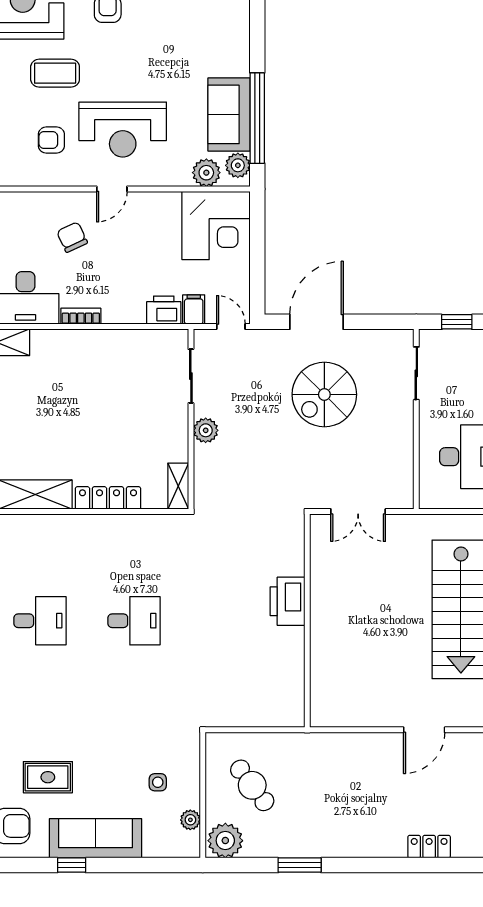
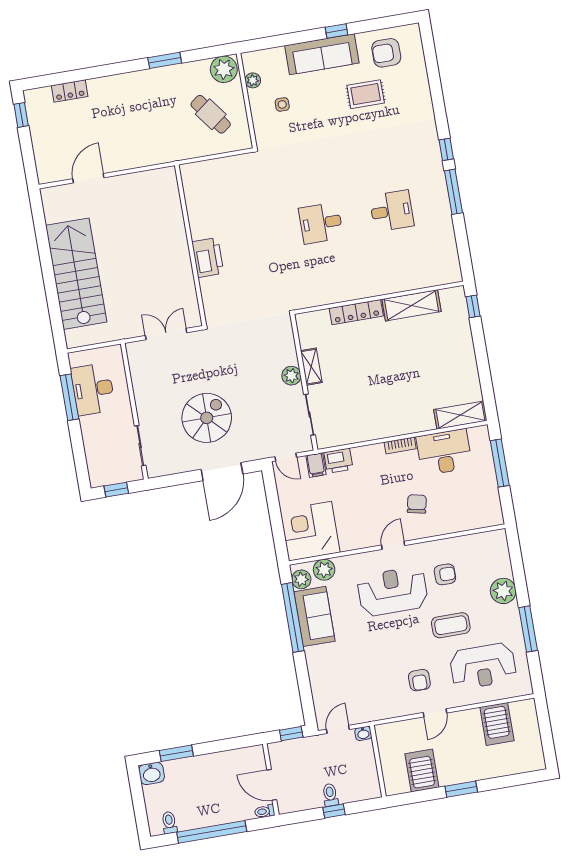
chair: (72, 237) -> (417, 504), turned -143
shelving: (178, 486) -> (311, 367), moved
desk: (40, 621) -> (392, 211), turned 180

